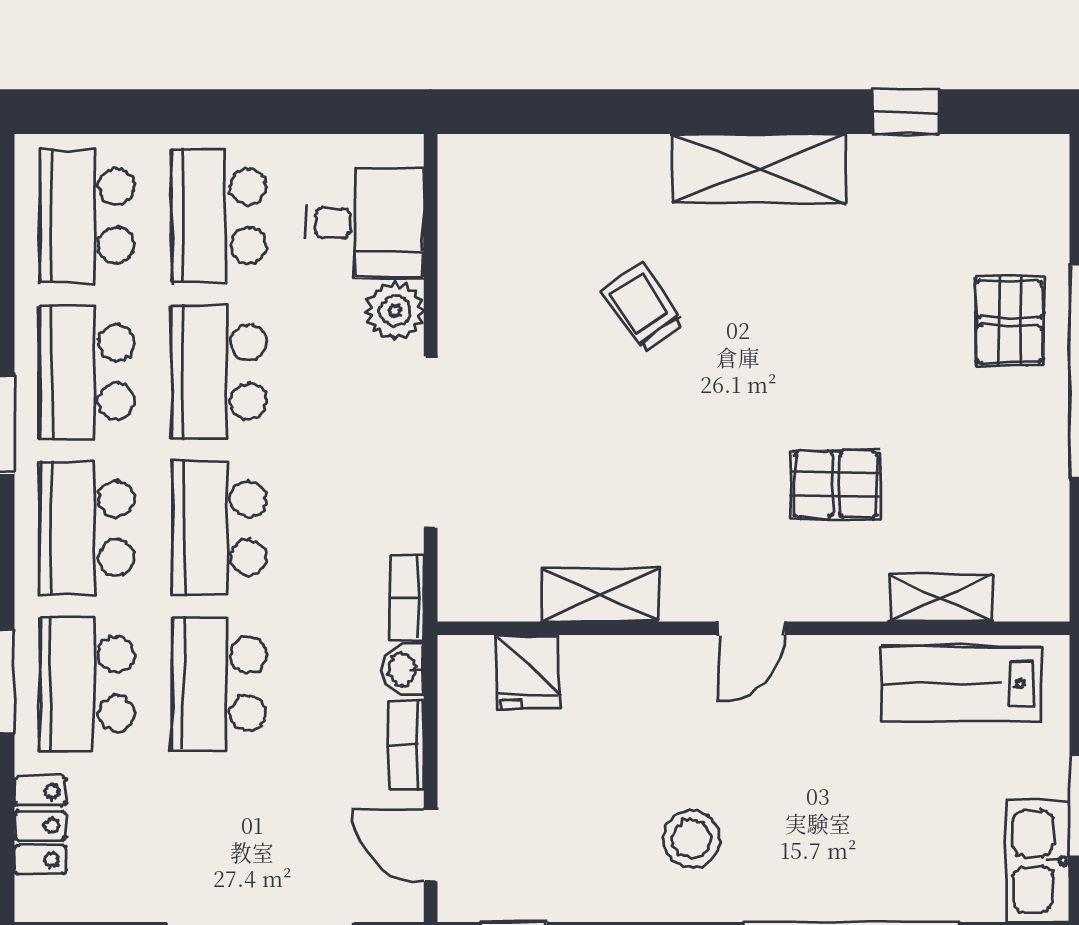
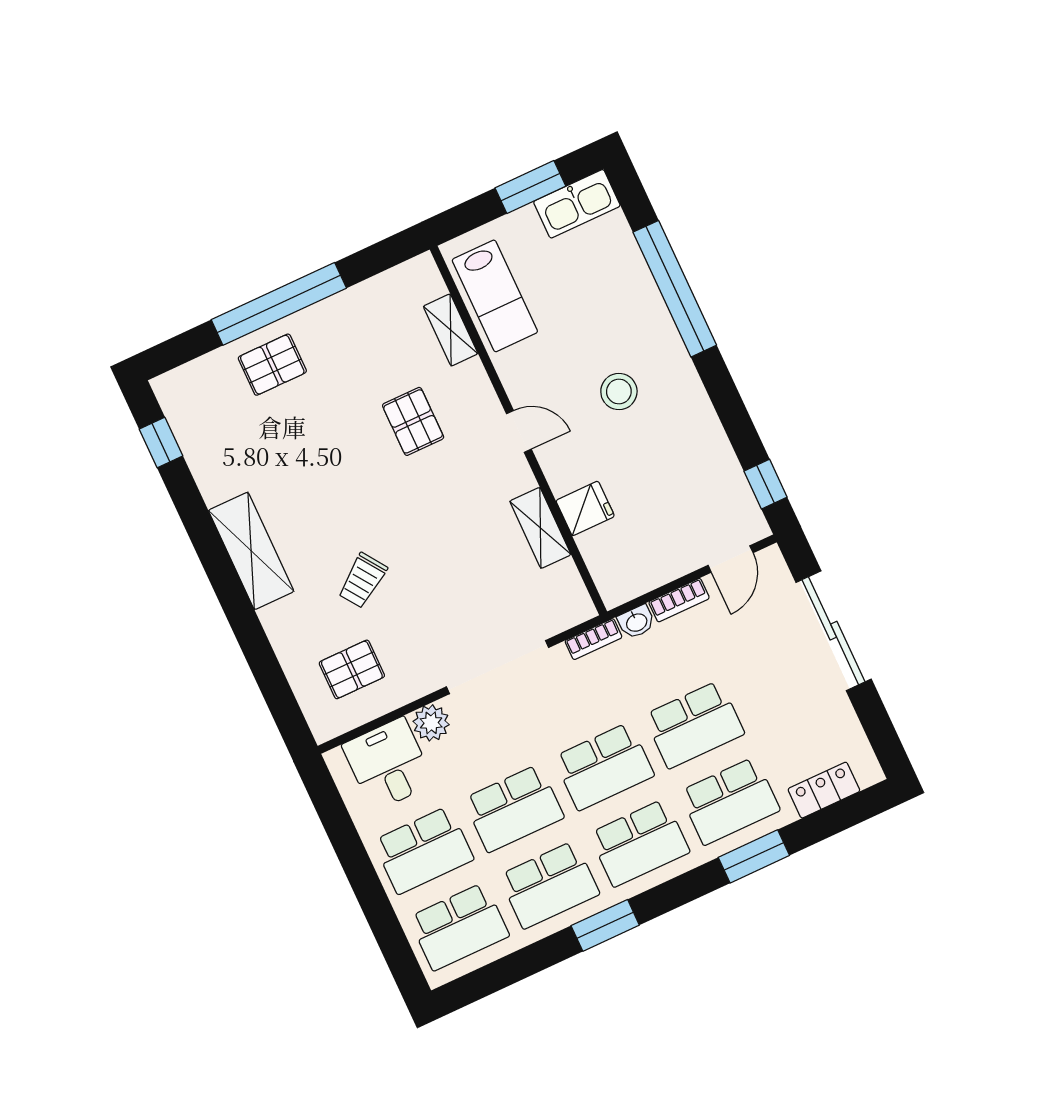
window: (906, 112) -> (161, 442), moved
pallet: (523, 234) -> (352, 669), added
fridge: (528, 672) -> (585, 508), moved
stool: (692, 839) -> (619, 392), moved

